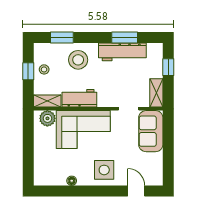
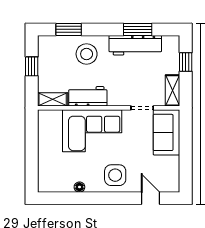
stool: (44, 69) -> (49, 65), removed
plant: (47, 118) -> (53, 118), removed

